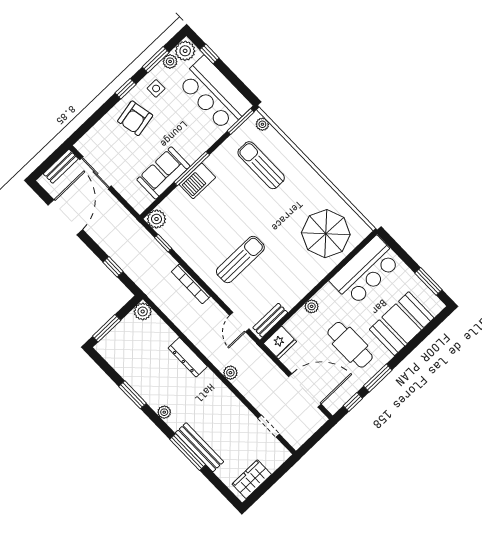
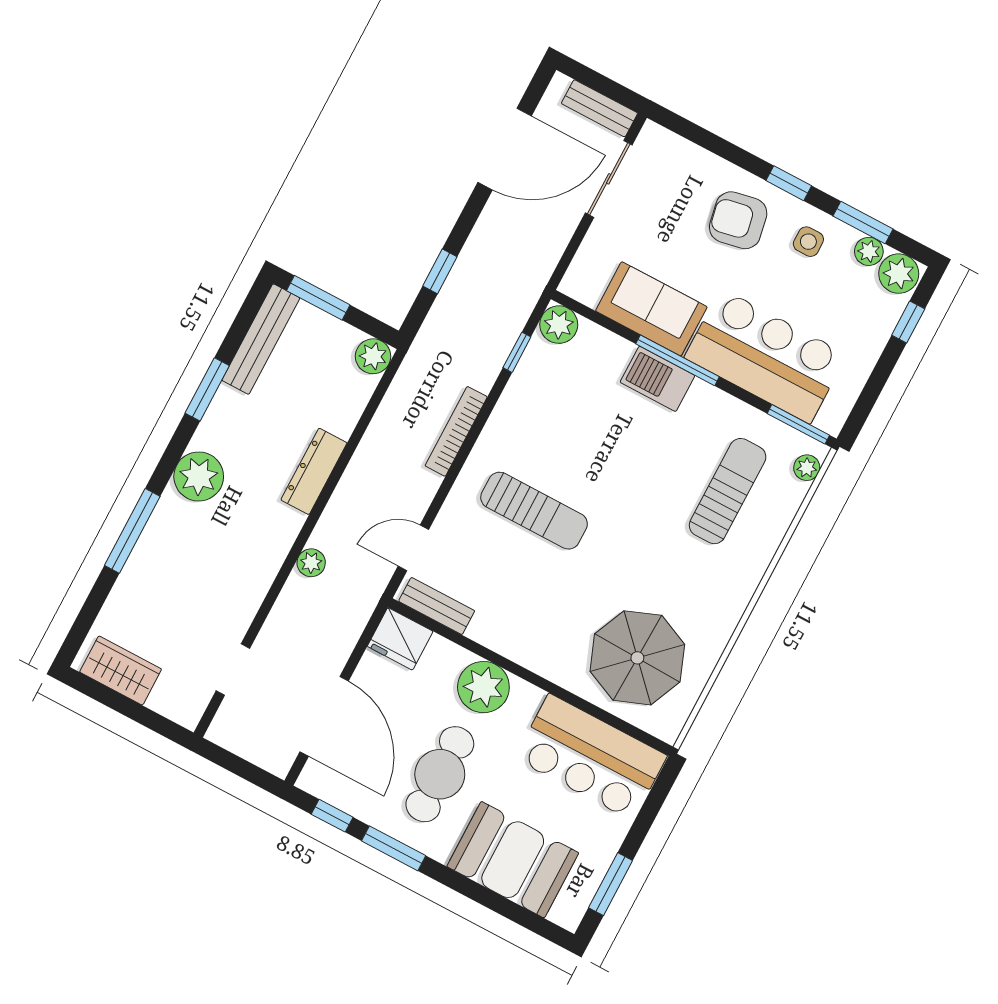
bar counter: (215, 94) -> (766, 356), moved, turned 90
plant: (312, 306) -> (483, 687), width x1.88, depth x1.88
plant: (164, 412) -> (199, 476), width x1.87, depth x1.87
bench: (199, 447) -> (261, 339), moved

